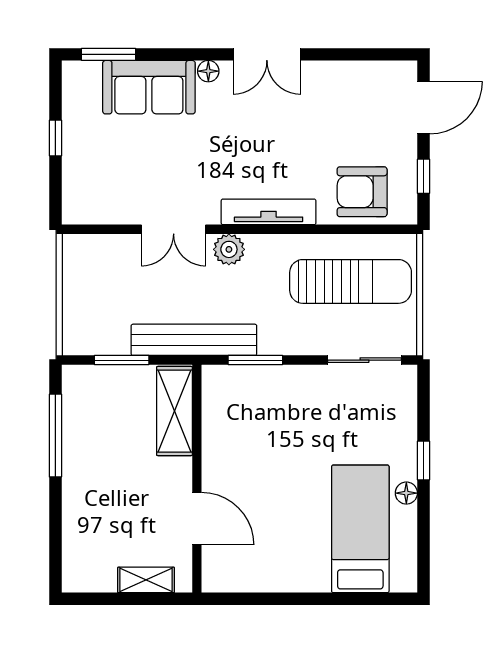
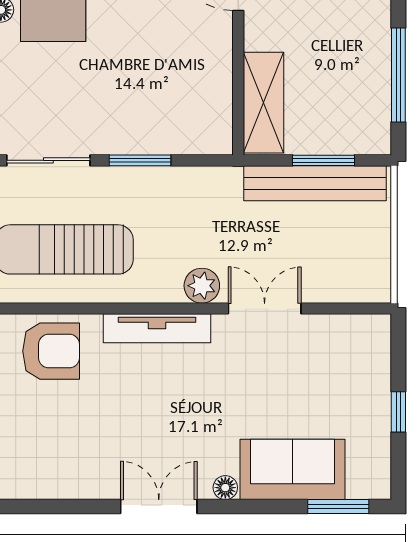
bench: (194, 340) -> (315, 183), moved
window: (255, 360) -> (140, 160), moved

